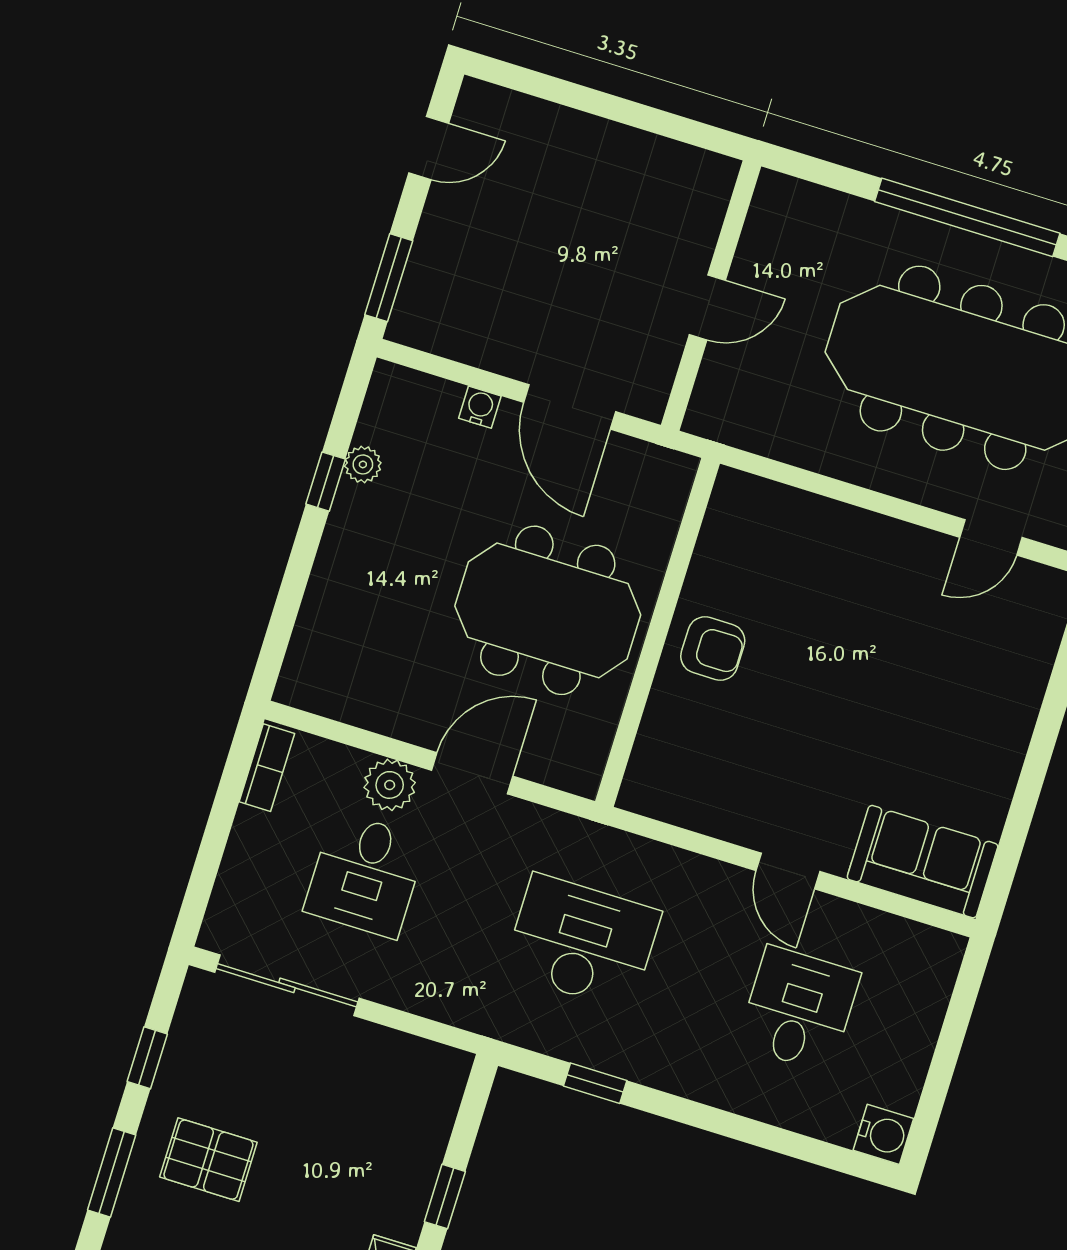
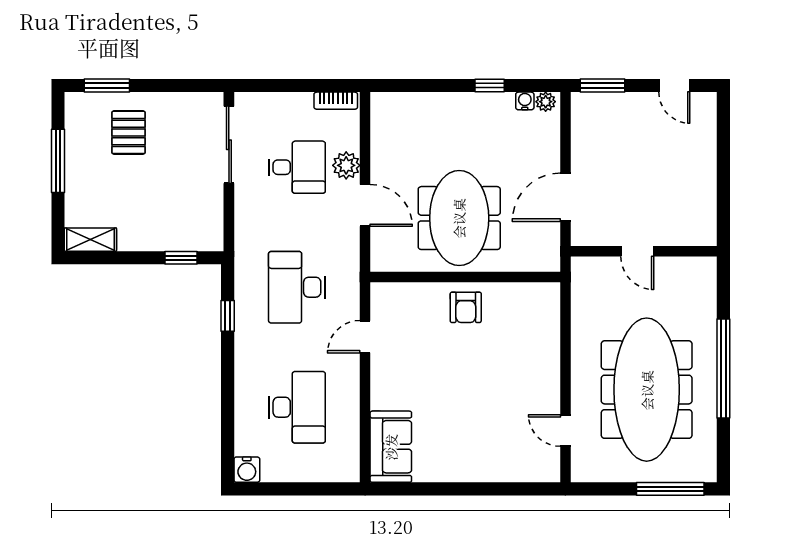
water cooler: (480, 407) -> (525, 101), moved, turned -90
plant: (363, 464) -> (546, 102), moved
door: (788, 871) -> (365, 337), moved
desk: (365, 875) -> (297, 167), turned 180
desk: (582, 942) -> (297, 287), turned 180
desk: (799, 1009) -> (297, 407), width x1.37
window: (147, 1058) -> (170, 86), removed
window: (445, 1197) -> (181, 258), moved

